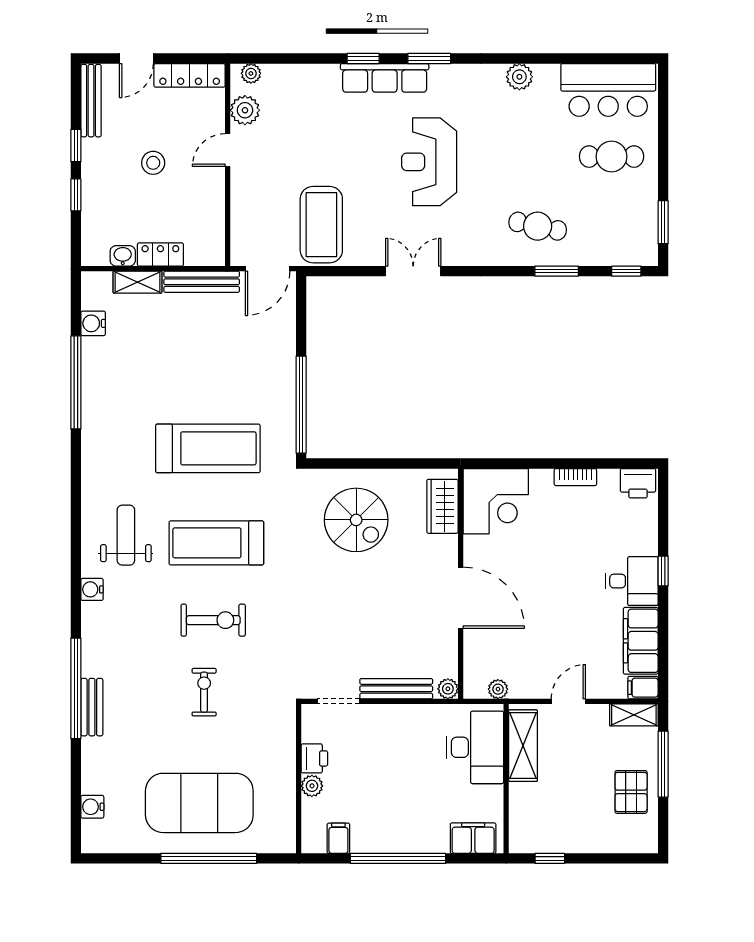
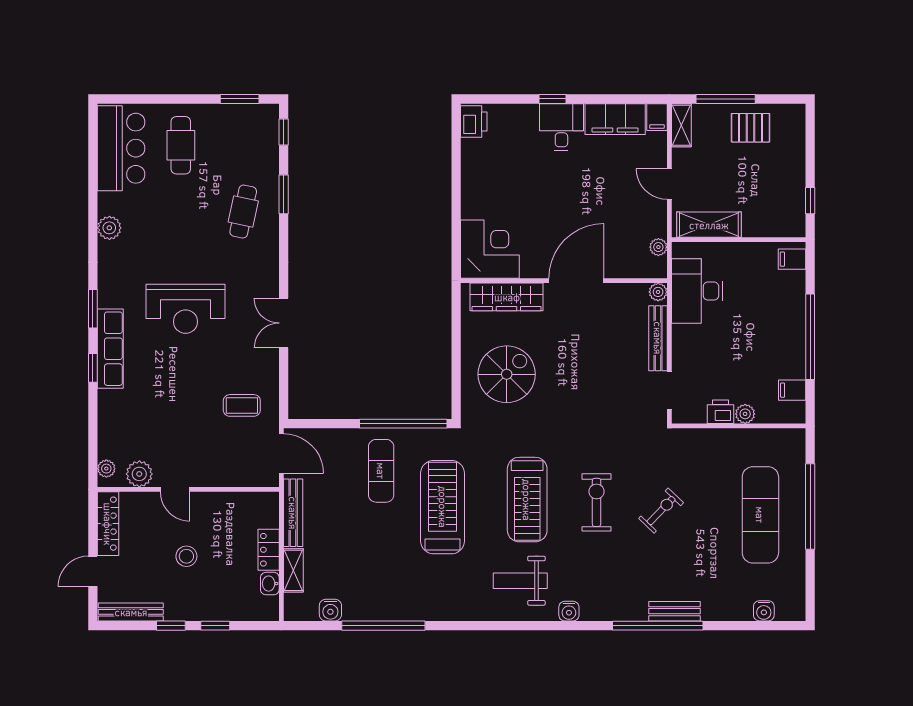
door: (136, 59) -> (93, 571), swing flipped
coffee table: (321, 225) -> (242, 405), width x0.54, depth x0.58
exercise mat: (248, 380) -> (381, 471), added
bookcase: (575, 477) -> (468, 178), removed
wardrobe: (442, 506) -> (507, 297), width x1.50
exercise bike: (204, 692) -> (661, 511), turned 134
desk: (475, 747) -> (697, 291), moved, turned -90
exercise mat: (199, 803) -> (760, 515), width x0.68
filing cabinet: (473, 838) -> (792, 259), width x0.50

